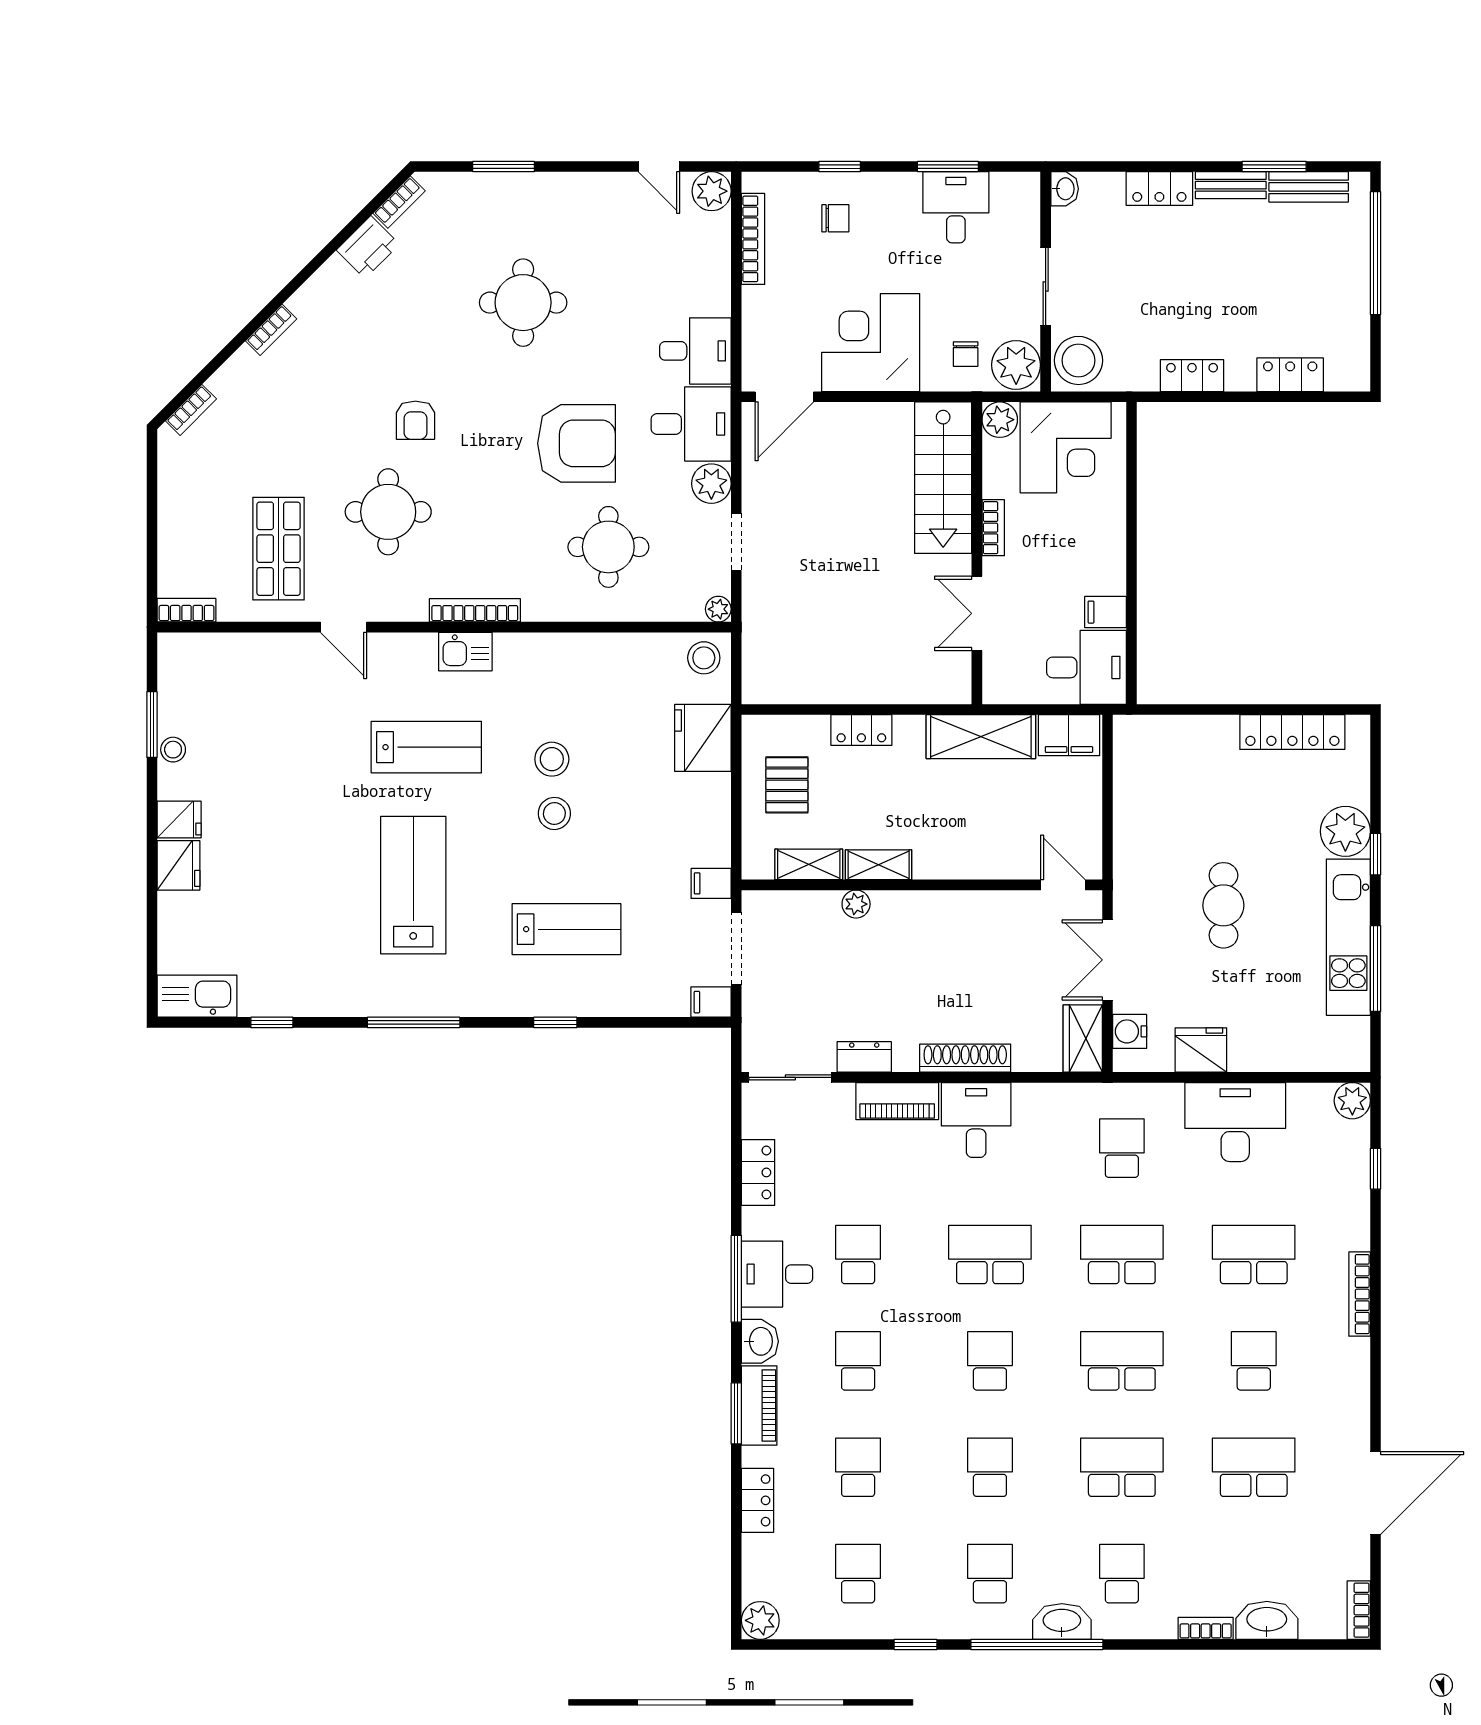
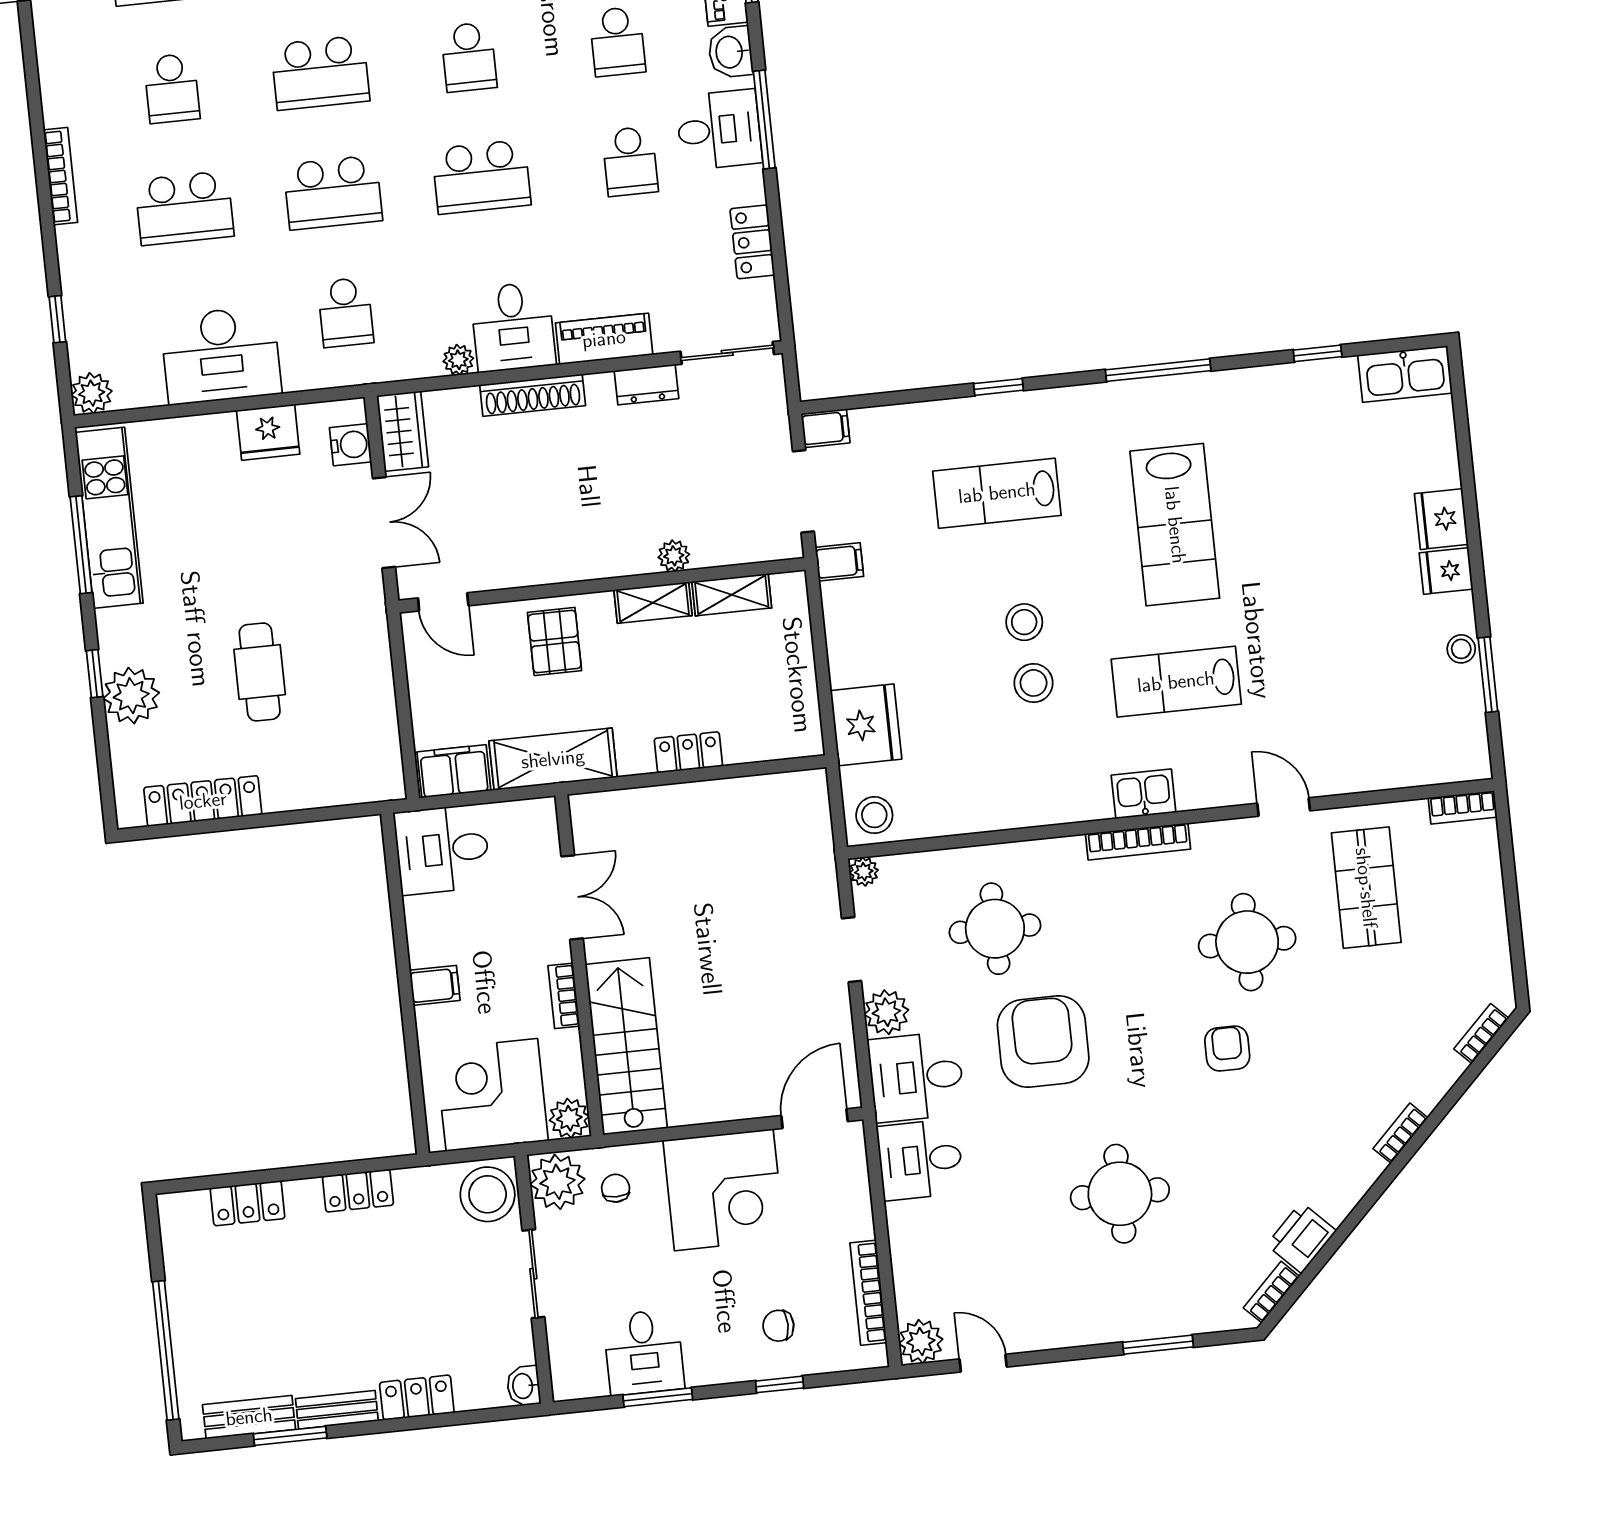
armchair: (576, 443) -> (1043, 1042), turned 90
filing cabinet: (1106, 612) -> (435, 985), moved
pallet: (787, 785) -> (555, 641), moved
cafe table: (1223, 905) -> (260, 672), moved
kitchen unit: (1348, 937) -> (109, 518), moved
plant: (1027, 1096) -> (458, 360), added

